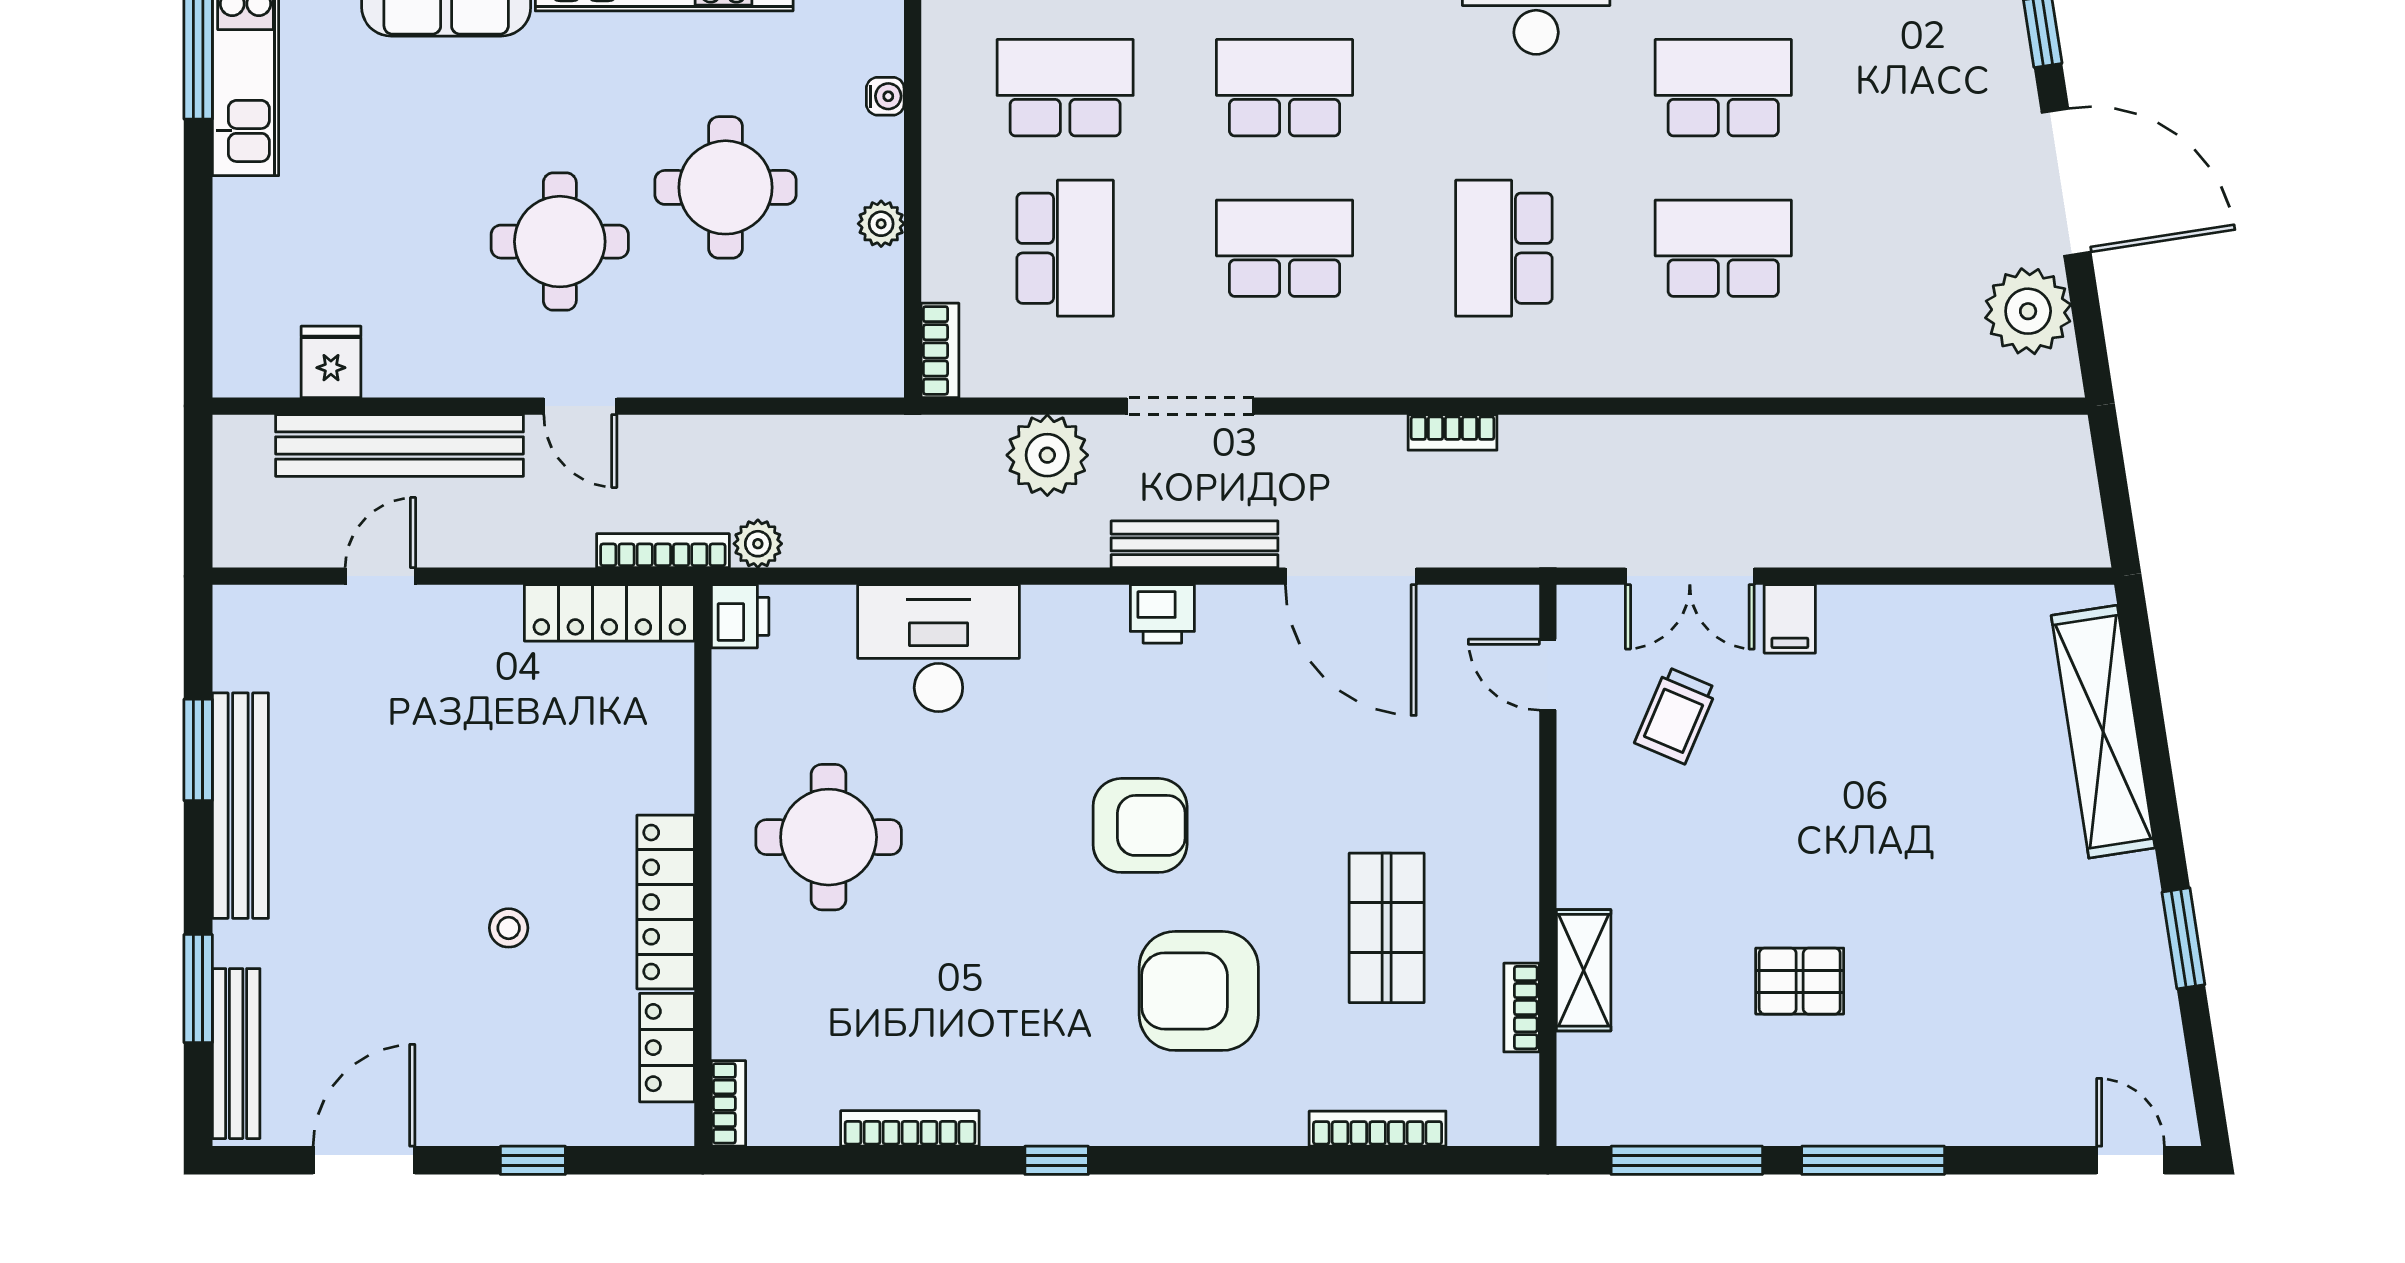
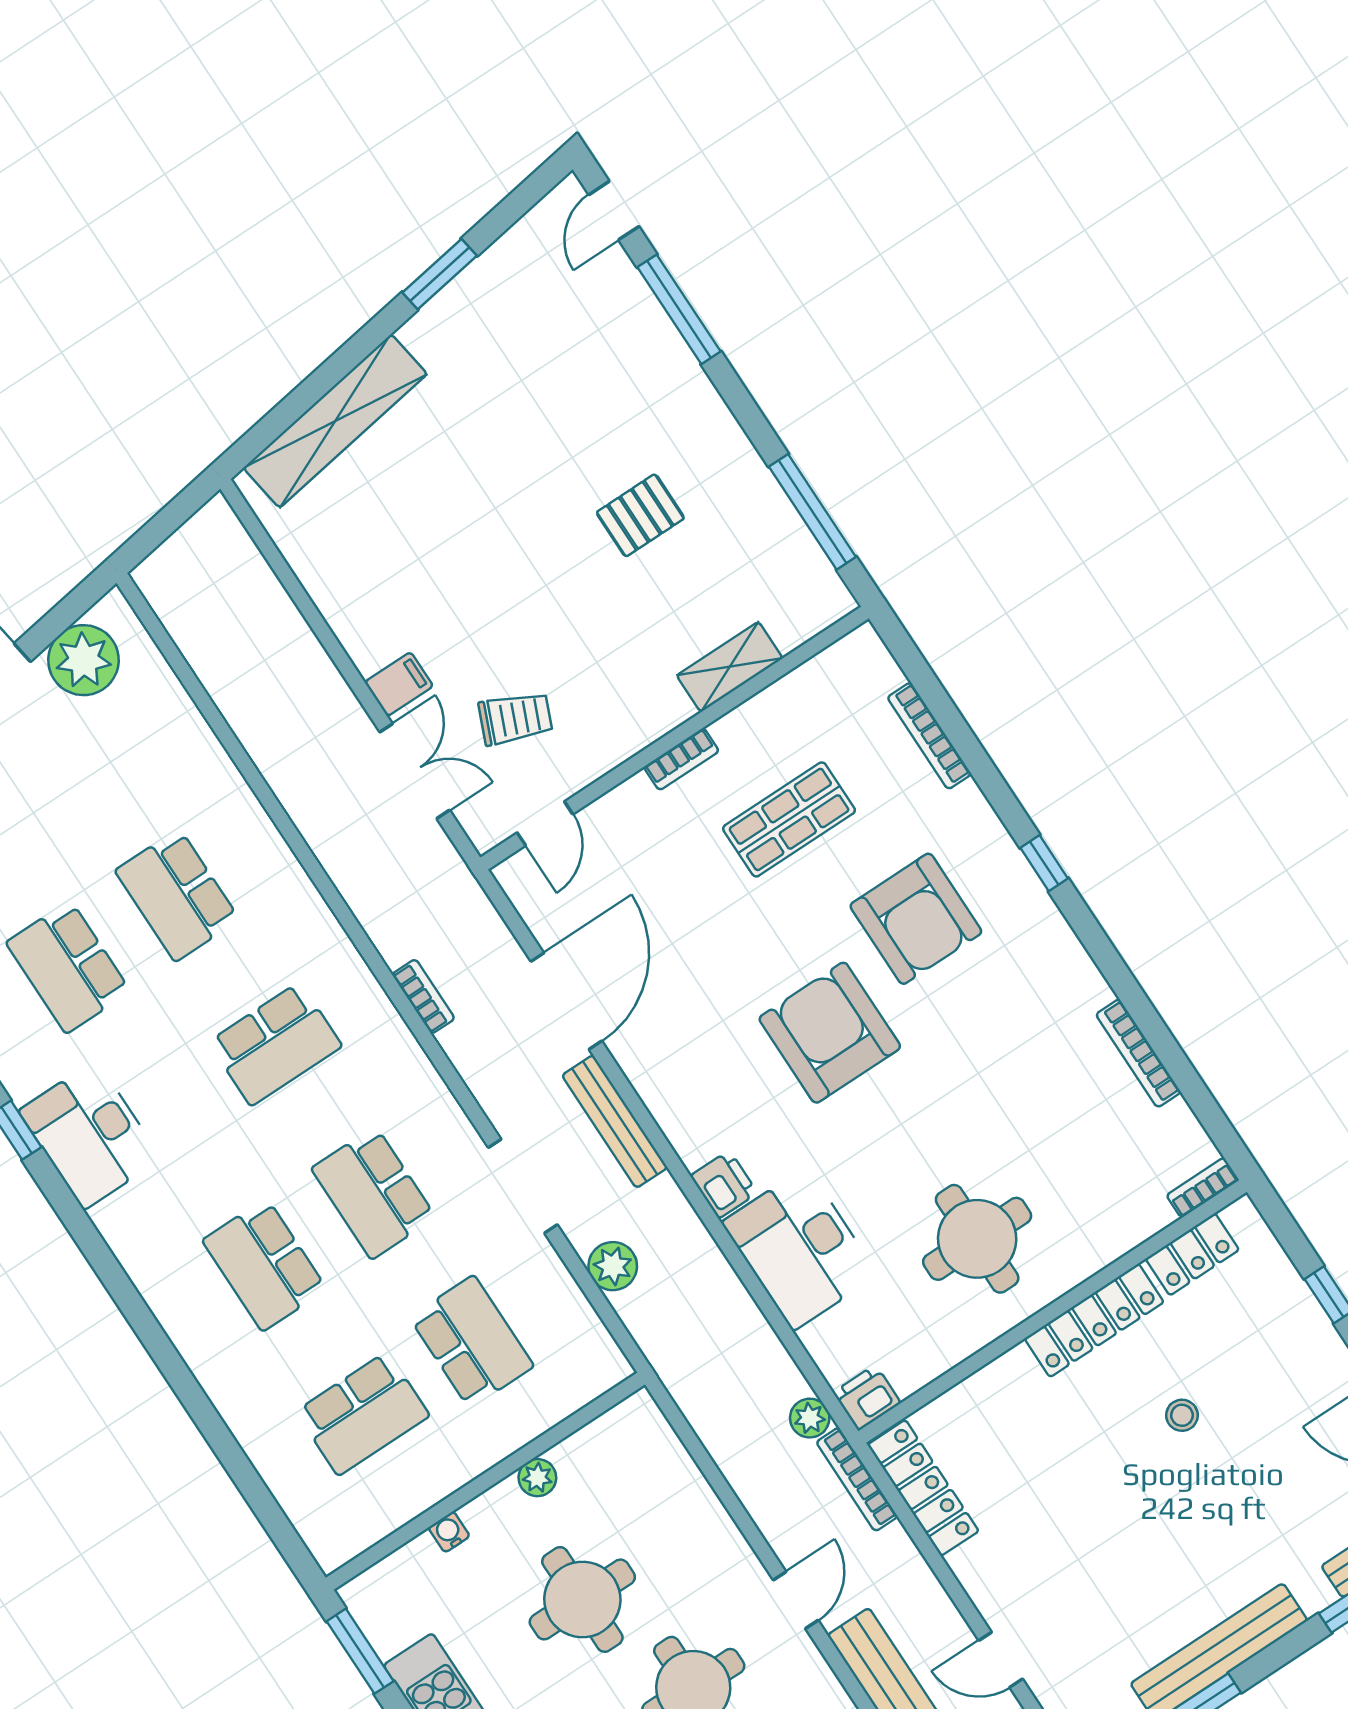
school desk: (1065, 88) -> (363, 1414), turned -90
school desk: (1065, 248) -> (472, 1342), turned 90
bookcase: (940, 350) -> (597, 1381), removed
plant: (1047, 455) -> (613, 1266), width x0.73, depth x0.73
printer: (1162, 614) -> (724, 1184), moved
armchair: (1140, 825) -> (830, 1033), width x1.36, depth x1.36
pallet: (1800, 981) -> (640, 515), turned 90
bookcase: (1522, 1008) -> (681, 759), moved
window: (1057, 1160) -> (1044, 863), moved
window: (1873, 1160) -> (679, 309), moved

